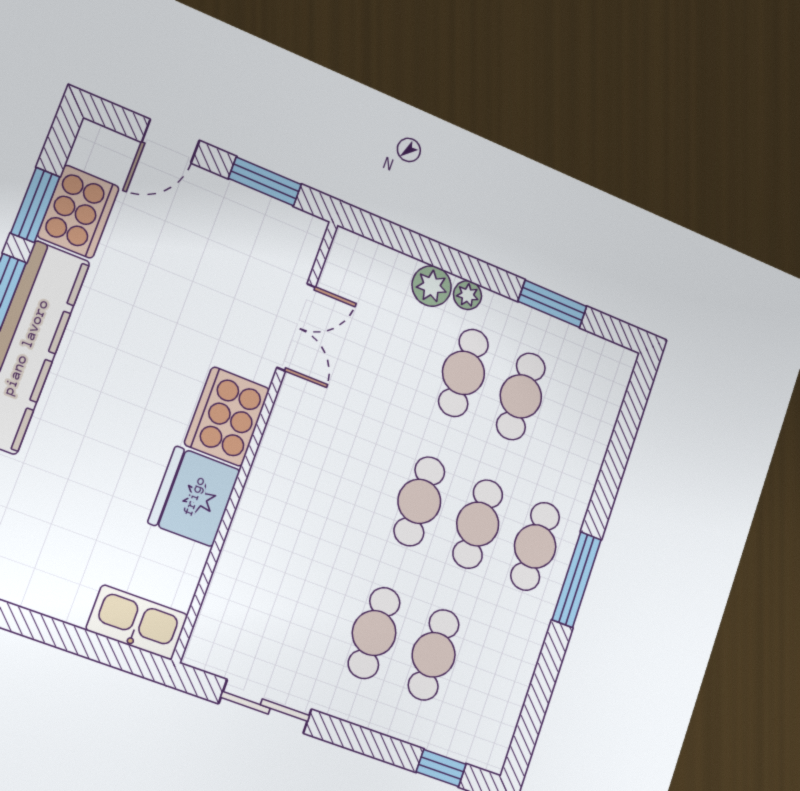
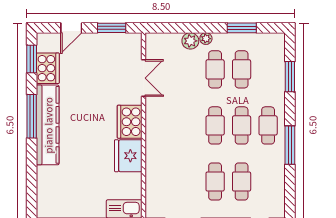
window: (35, 205) -> (32, 59), moved
window: (618, 454) -> (290, 77), added
window: (577, 580) -> (290, 145), moved

